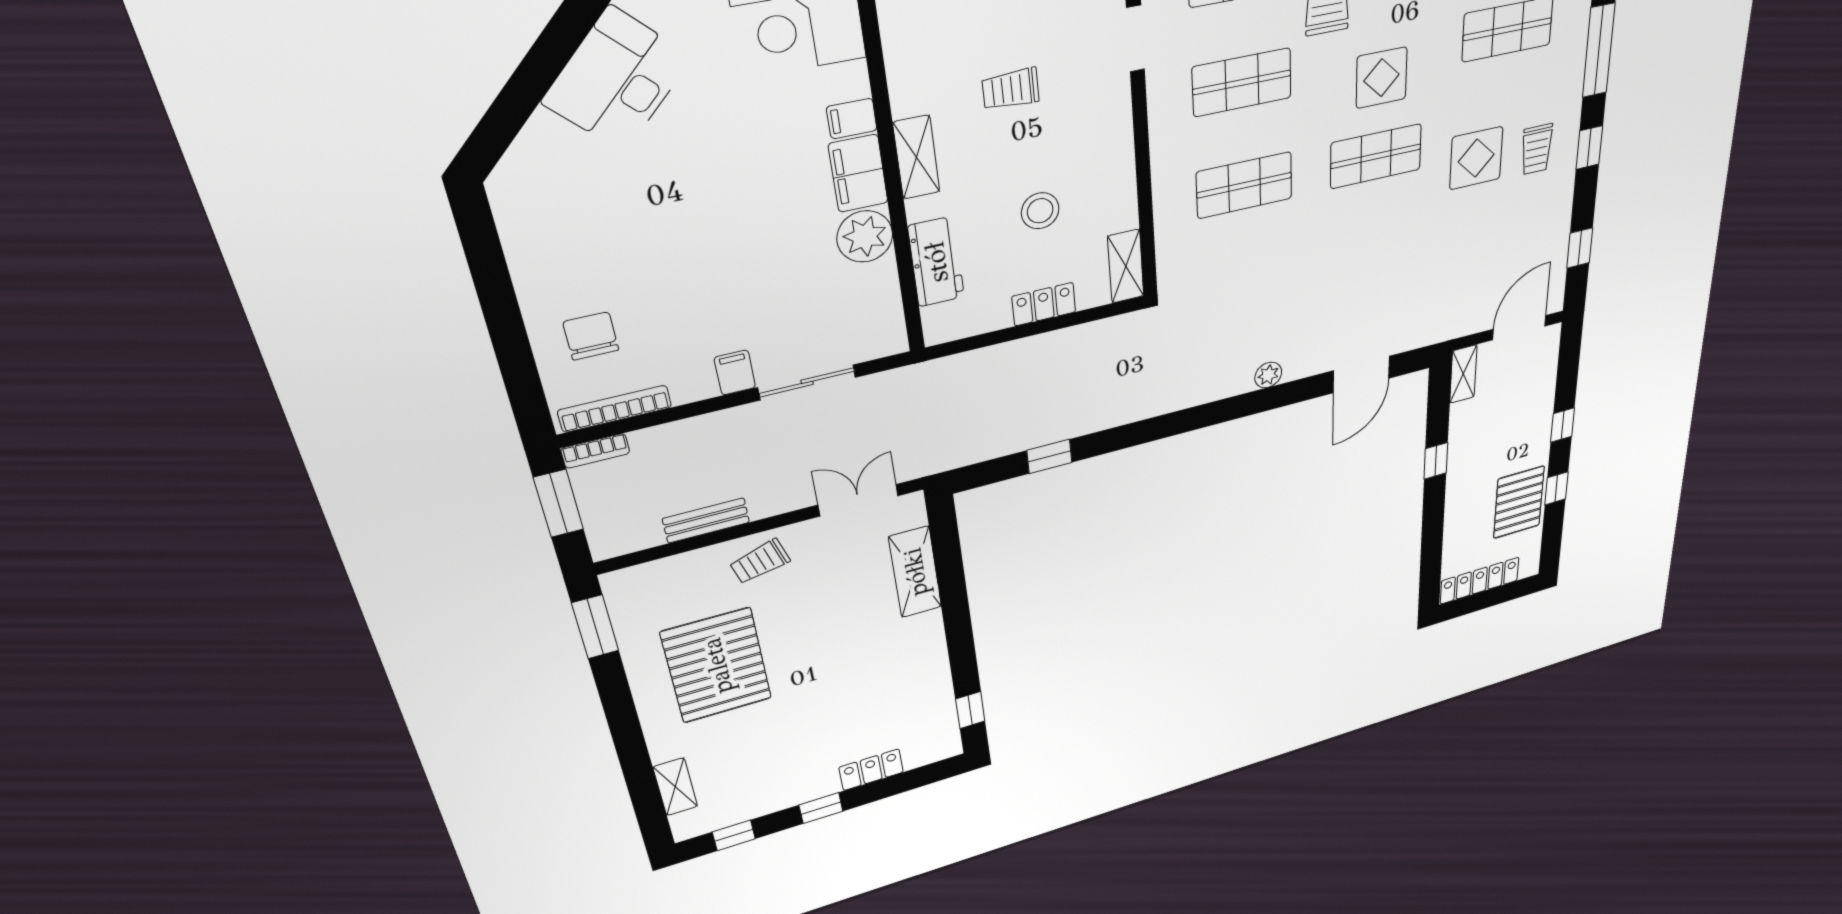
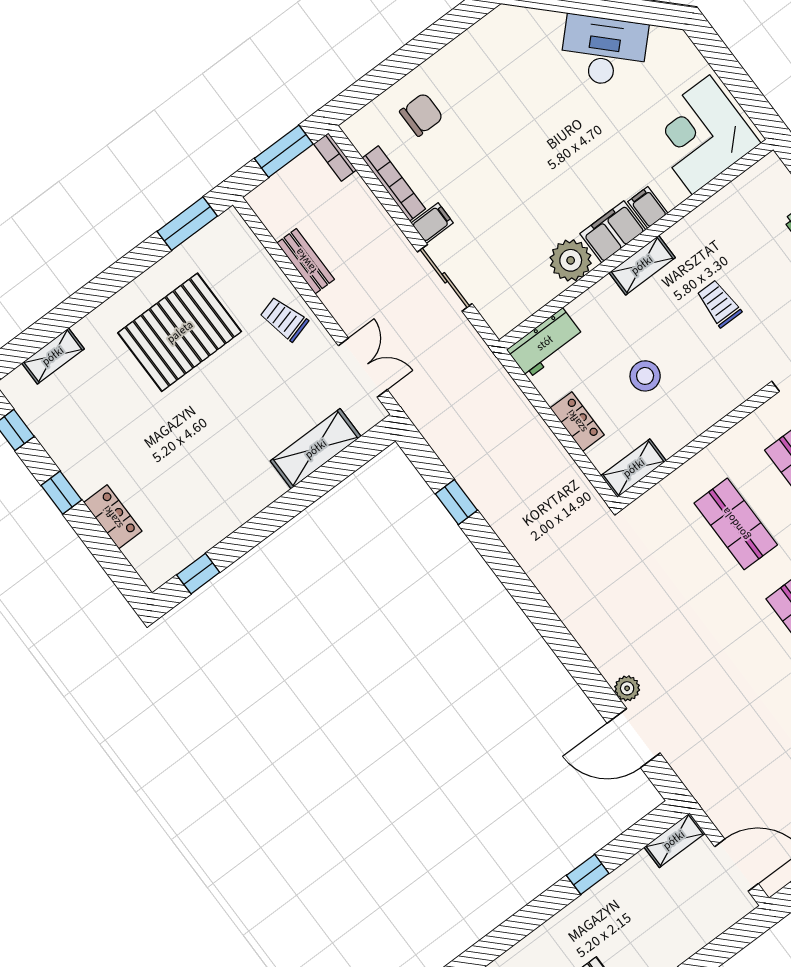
workbench: (936, 262) -> (545, 343), moved
plant: (1268, 375) -> (627, 688), moved
bookcase: (615, 409) -> (394, 183), moved

